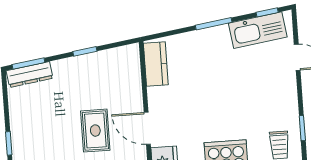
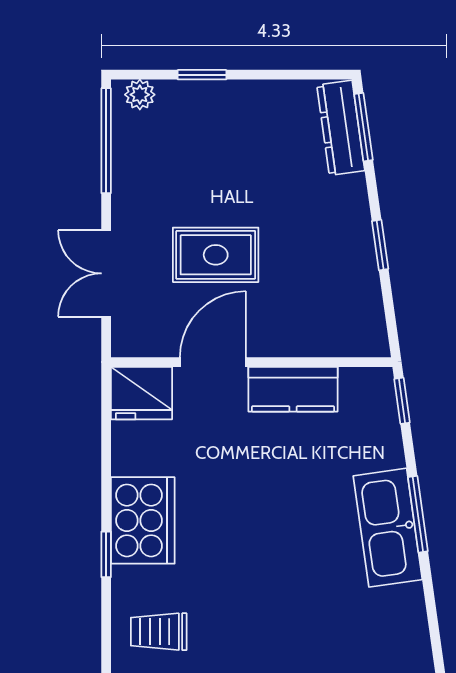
window: (267, 12) -> (402, 401), moved
kitchen sink: (258, 30) -> (388, 528), moved
kitchen counter: (156, 64) -> (293, 389), moved

